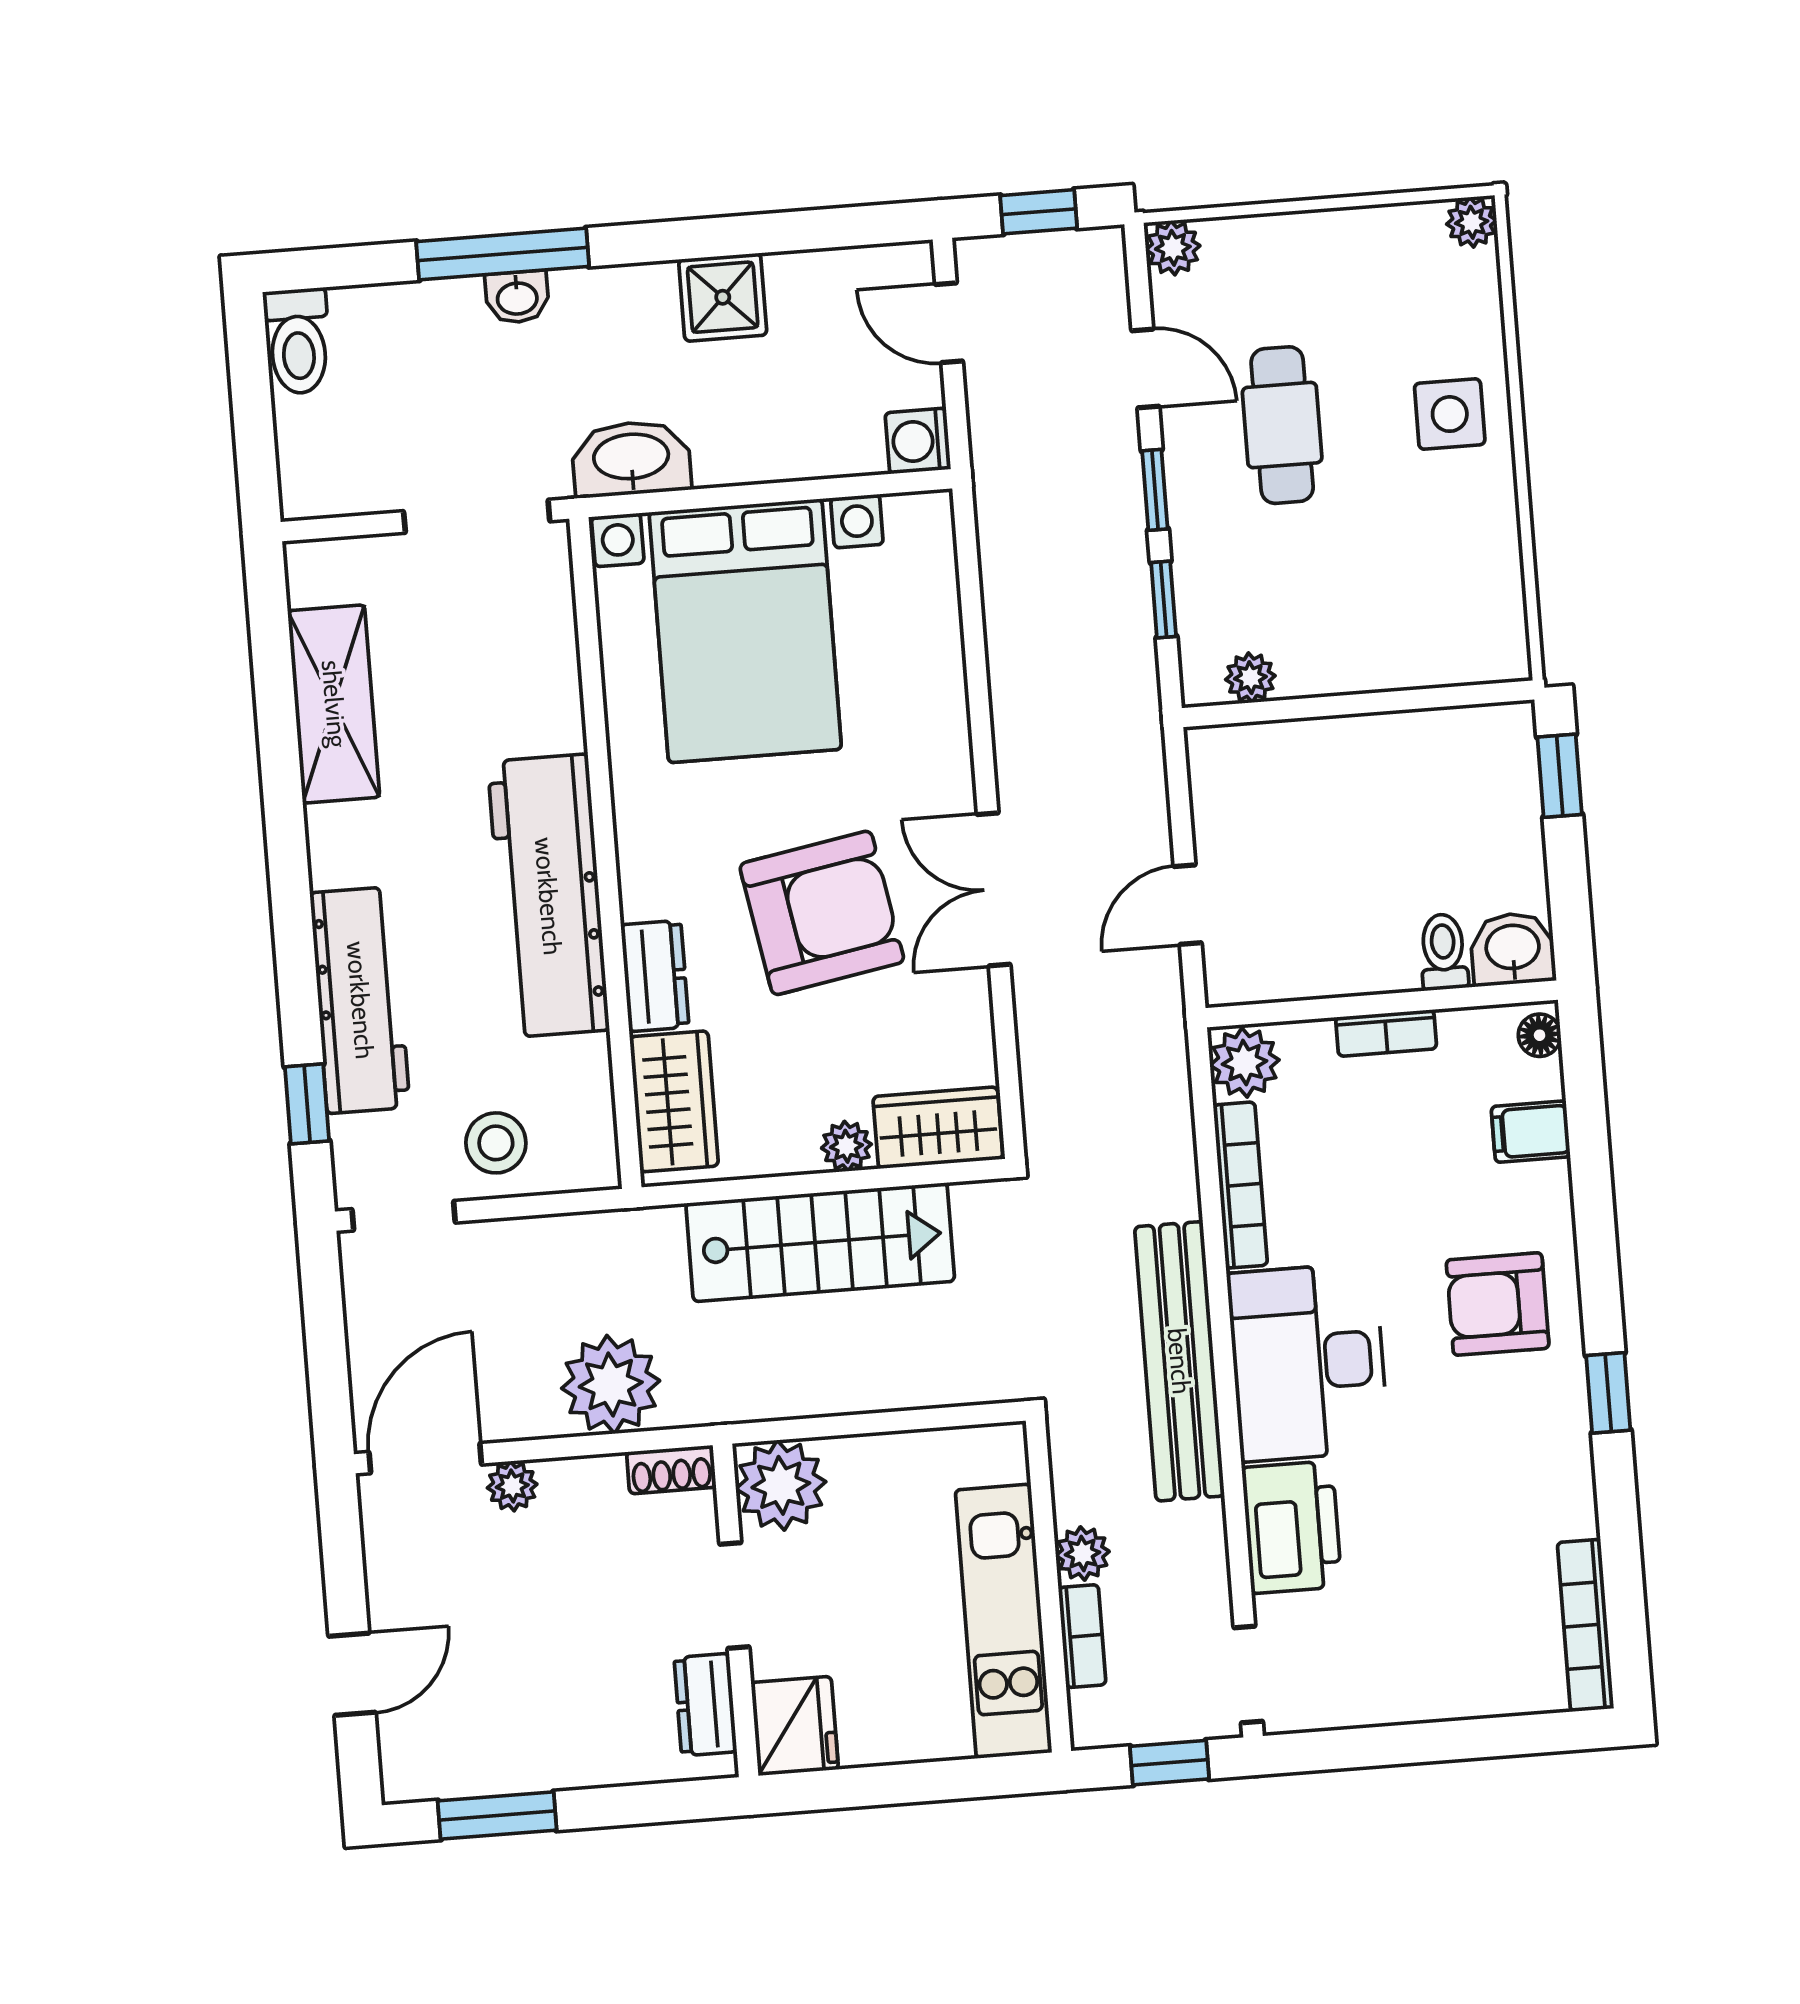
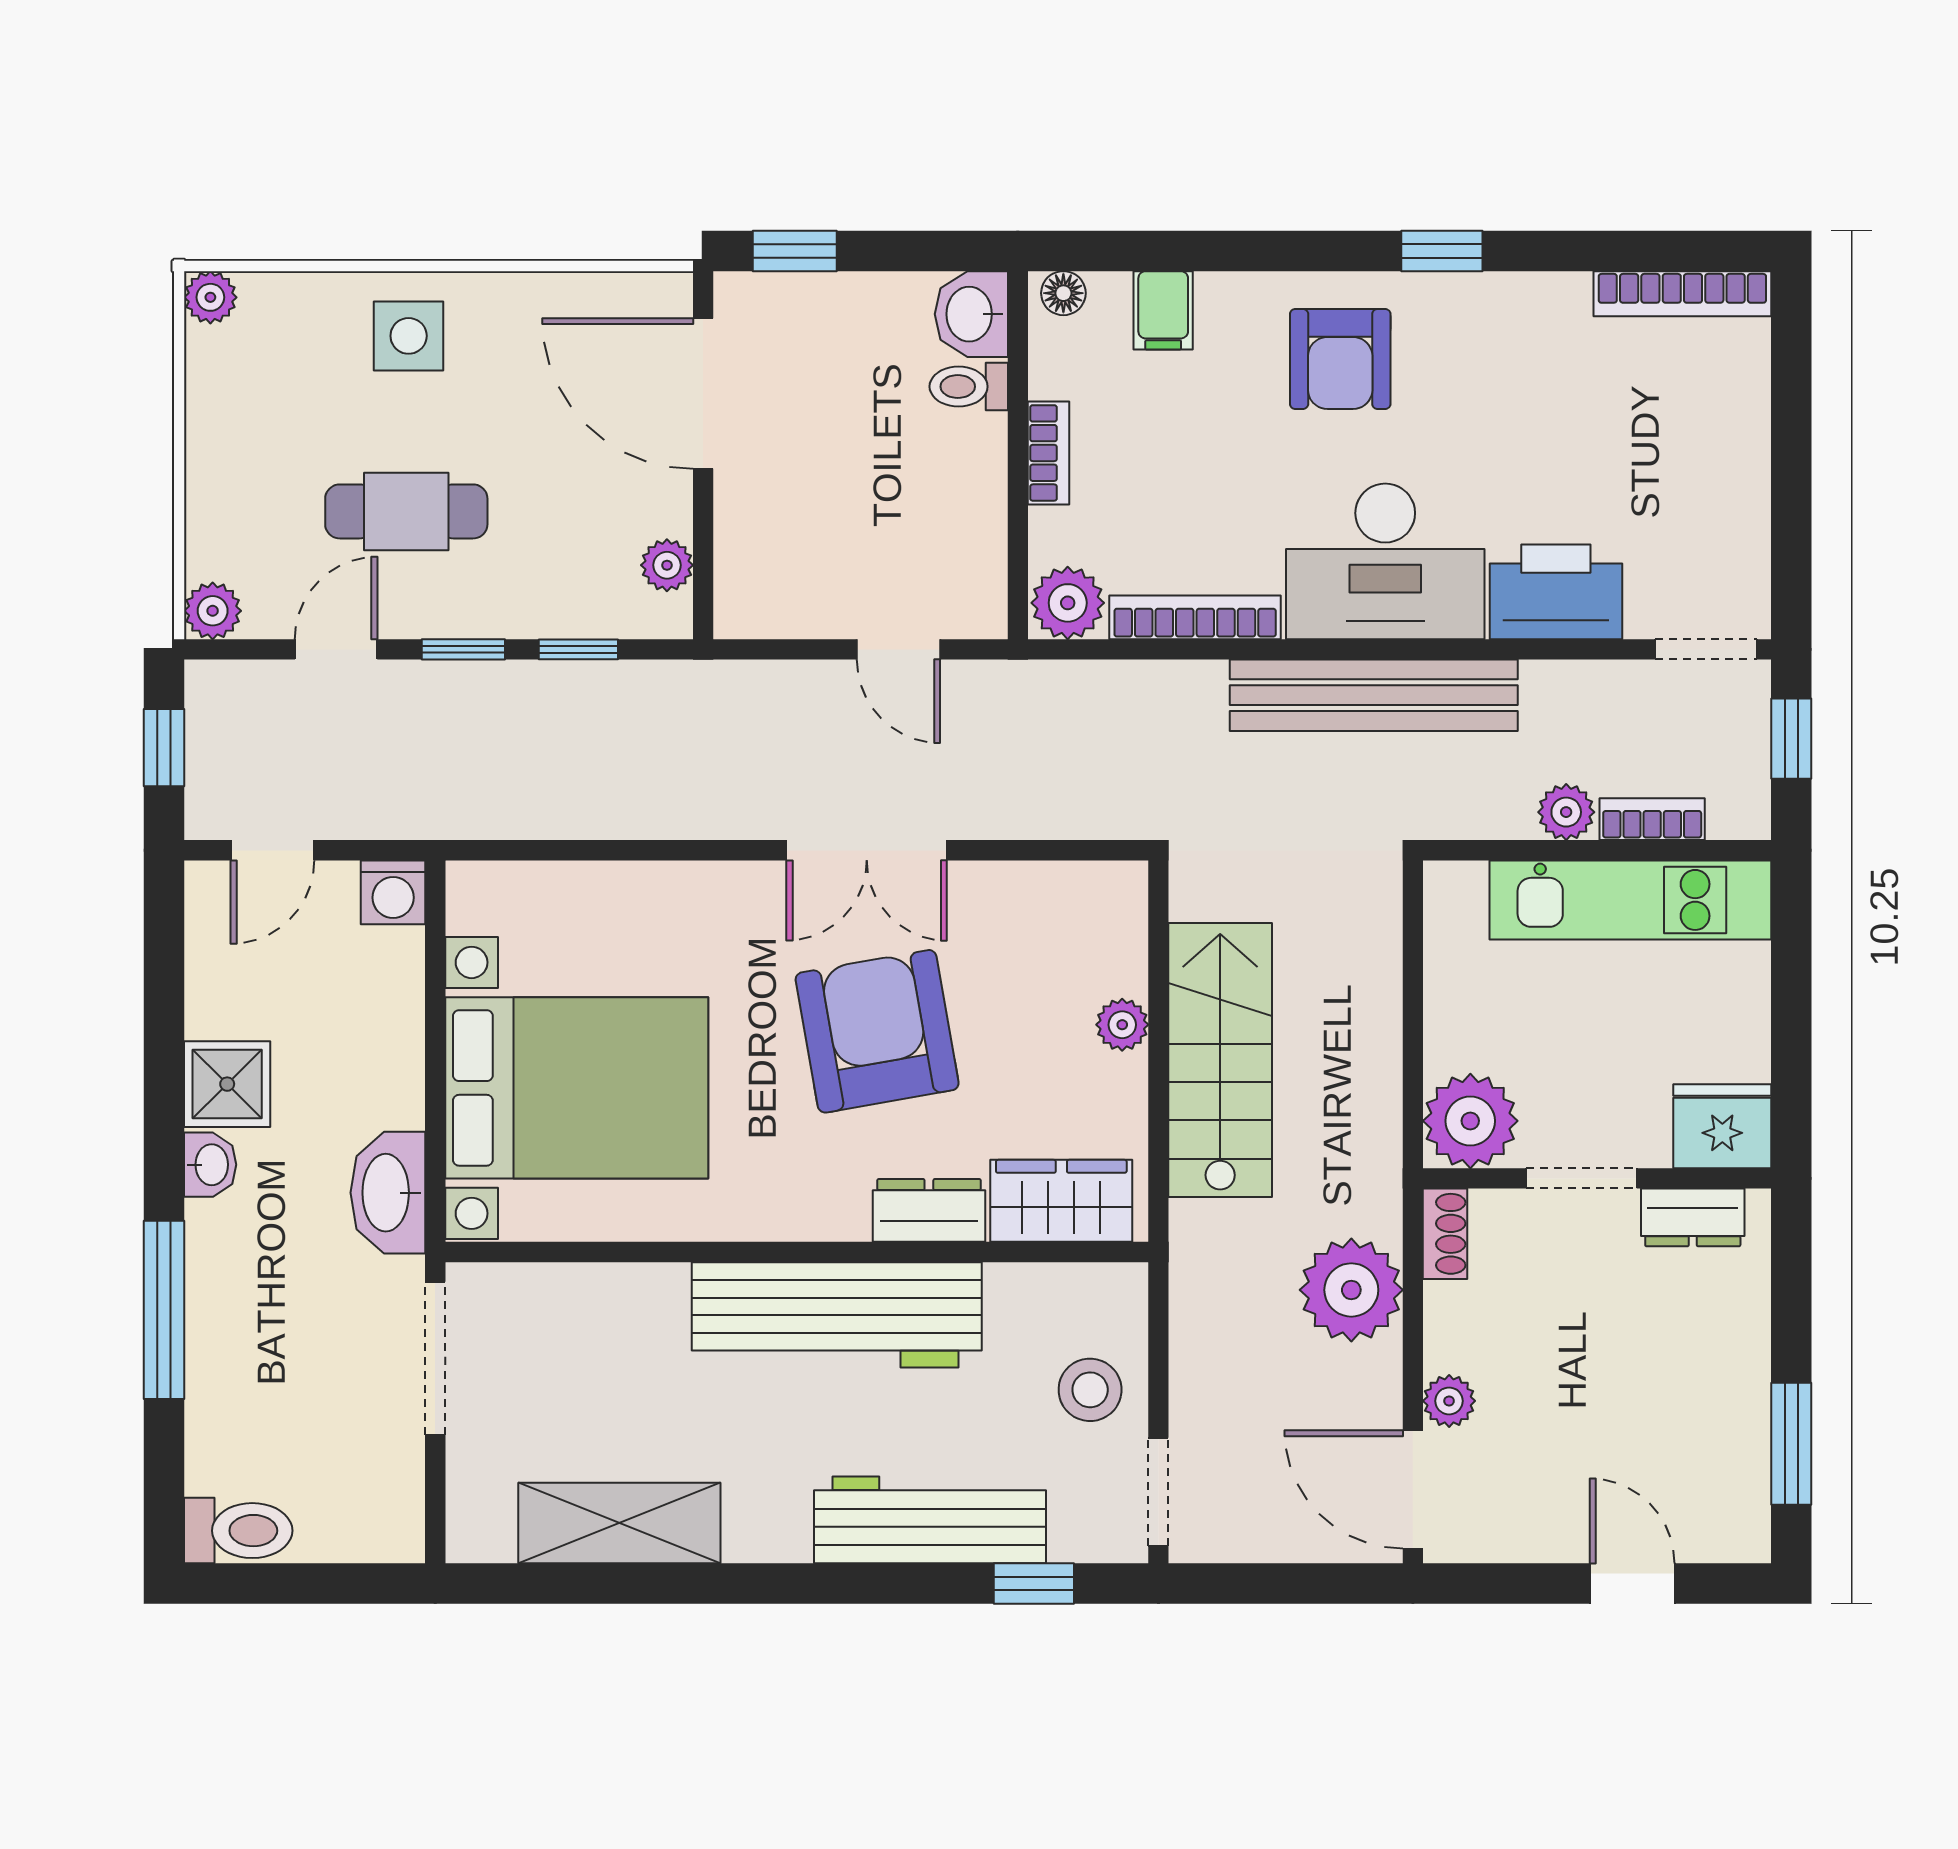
washbasin: (517, 297) -> (210, 1165), moved
door: (1417, 699) -> (703, 394), added
wardrobe: (938, 1128) -> (1111, 928), removed

